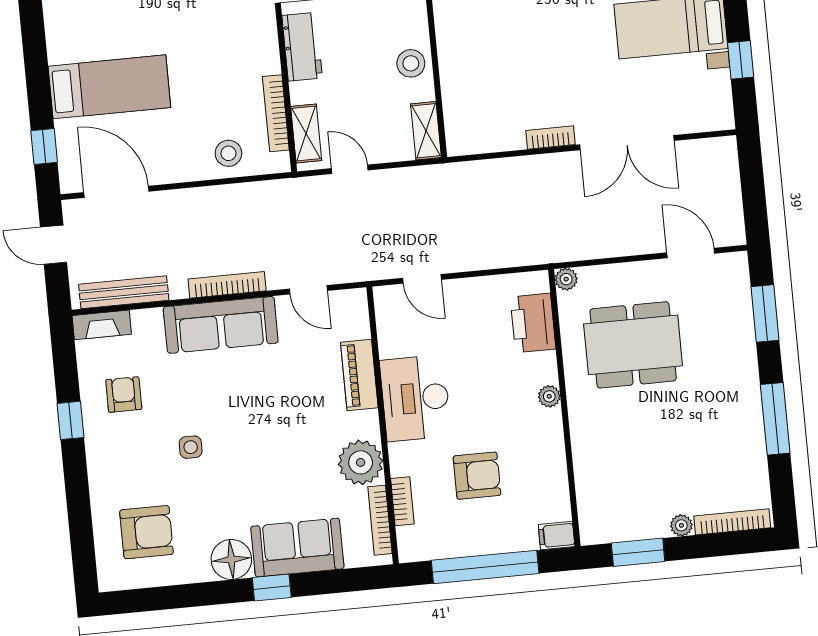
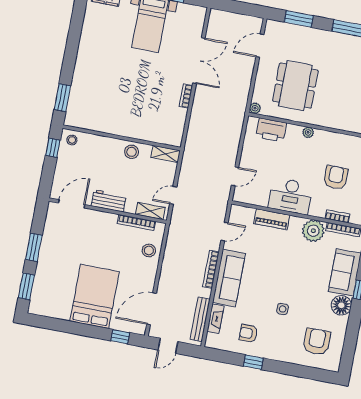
bed: (109, 87) -> (95, 296), width x1.50
fireplace: (102, 325) -> (215, 319), moved

